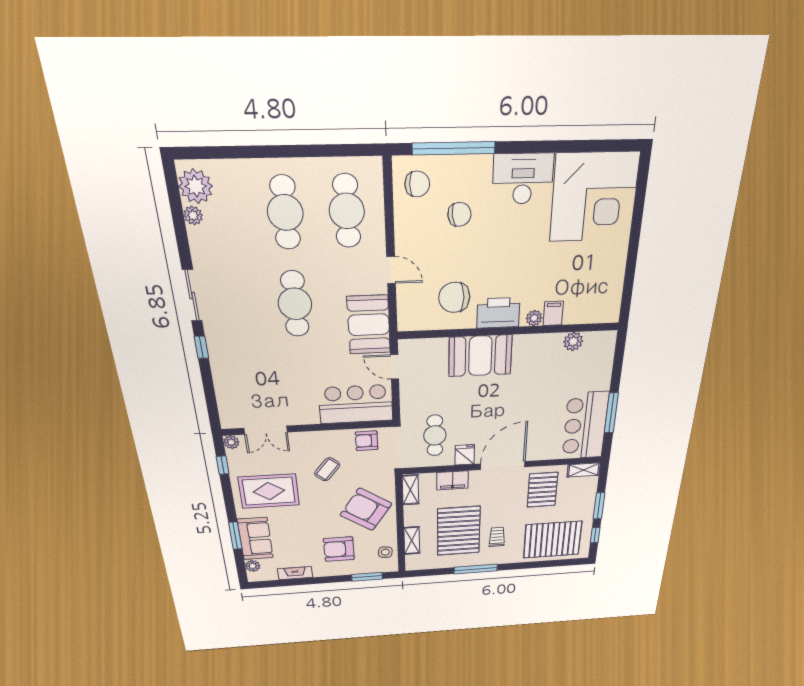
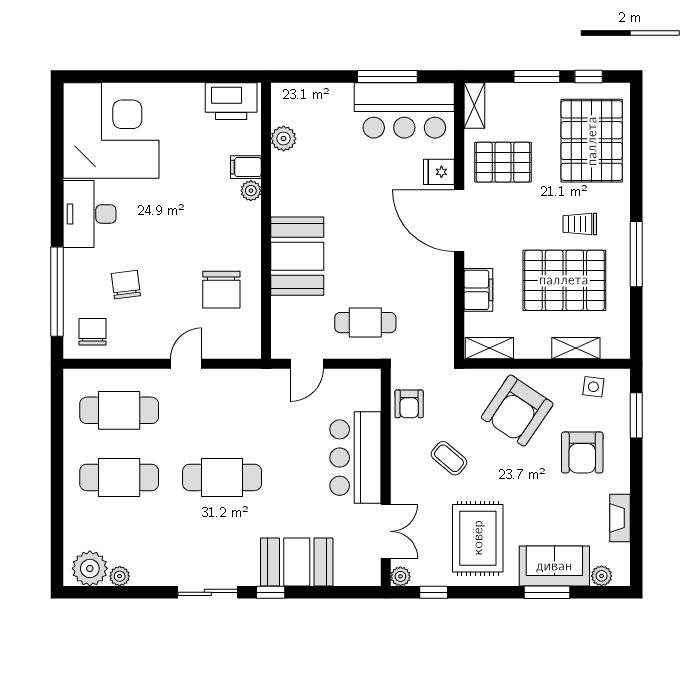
printer: (498, 313) -> (231, 101), moved, turned -90
booth: (369, 325) -> (297, 562), moved
bar counter: (356, 404) -> (355, 458), moved
cafe table: (435, 435) -> (365, 323), moved
fridge: (465, 455) -> (439, 172), moved

